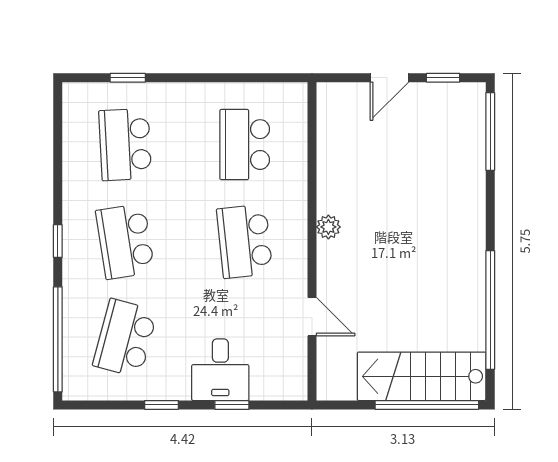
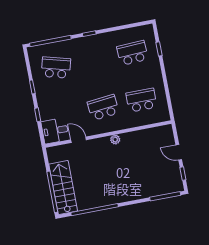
school desk: (125, 241) -> (94, 60), removed
door: (312, 317) -> (79, 140), swing flipped
desk: (220, 370) -> (55, 131), moved

